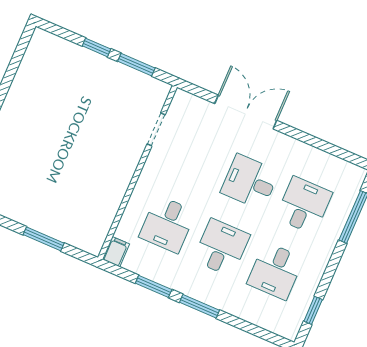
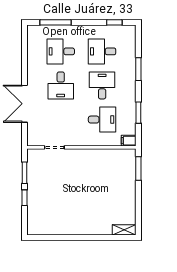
window: (44, 239) -> (138, 169), moved
desk: (221, 248) -> (102, 85), turned 90
desk: (275, 271) -> (102, 51), turned 180
window: (199, 306) -> (138, 69), moved

